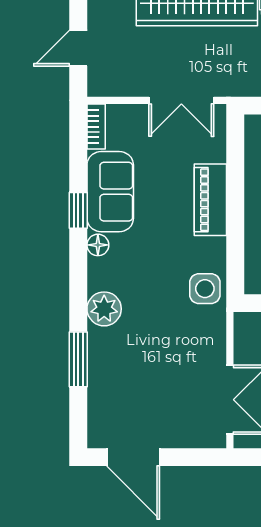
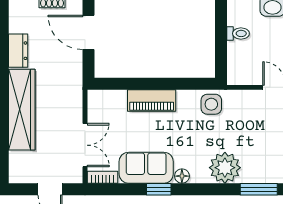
double door: (181, 100) -> (85, 145), moved
plant: (104, 309) -> (225, 168), width x1.36, depth x1.36

